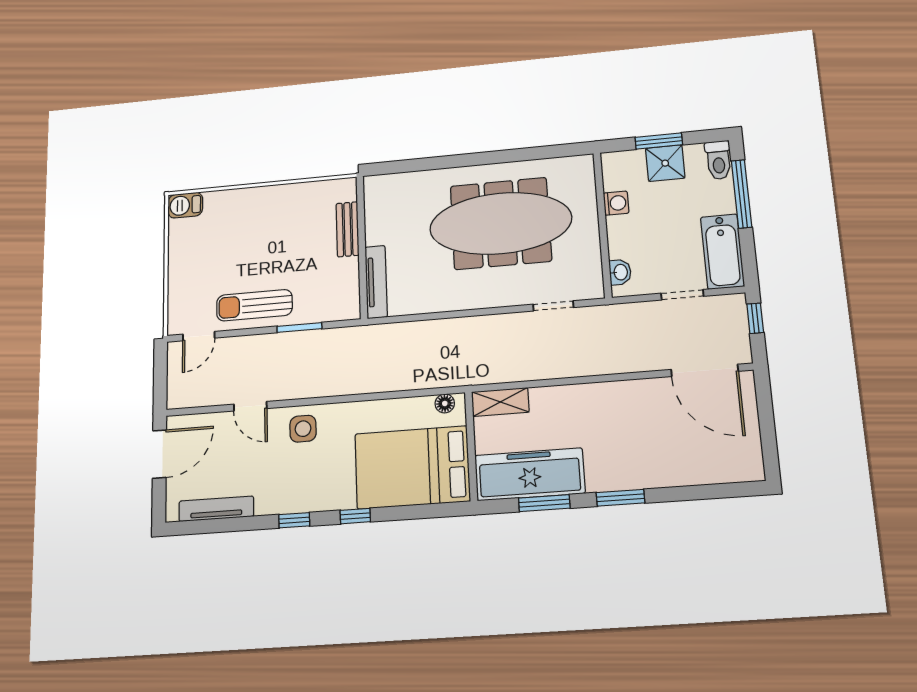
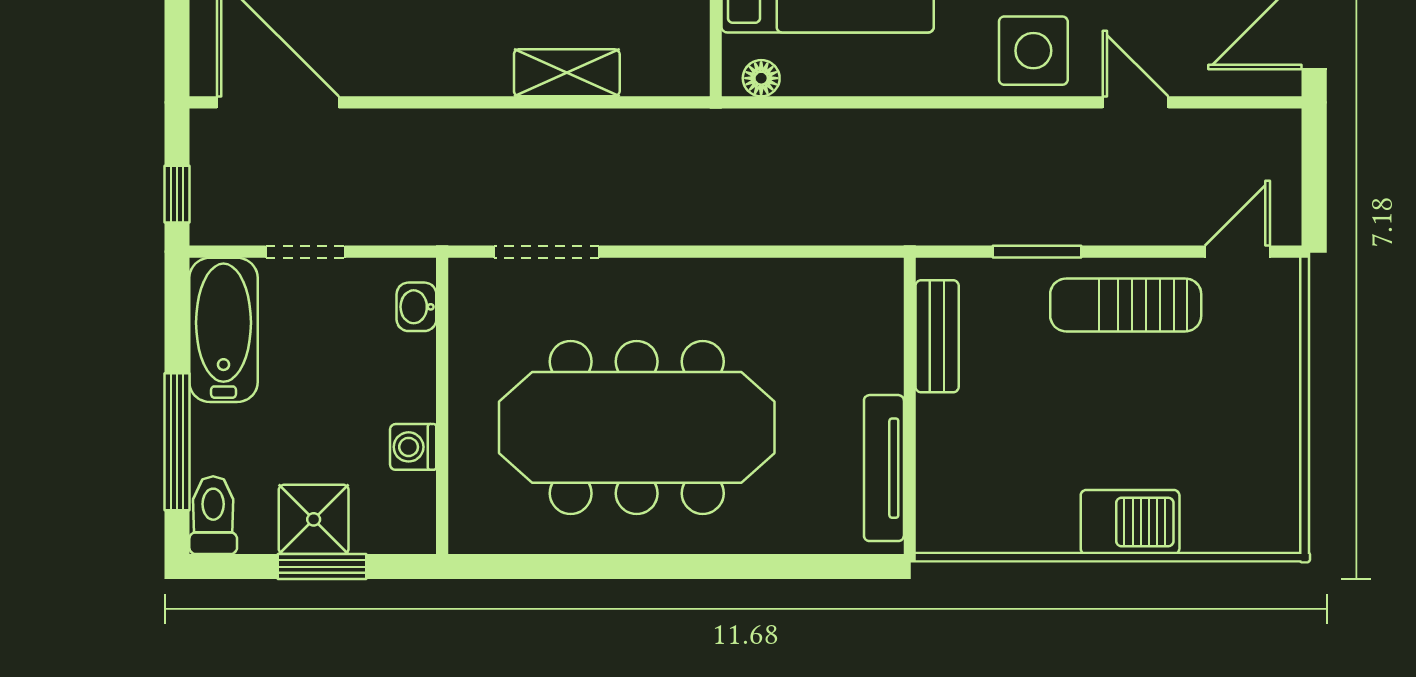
barbecue: (185, 205) -> (1130, 522), moved, width x1.38, depth x1.27
bench: (348, 229) -> (937, 336), moved
tv unit: (376, 282) -> (884, 468), moved
sun lounger: (254, 305) -> (1126, 305), turned 180
doorway: (553, 306) -> (546, 252), width x1.38
shelving: (500, 402) -> (567, 73), moved
side table: (303, 429) -> (1033, 51), width x1.37, depth x1.37

